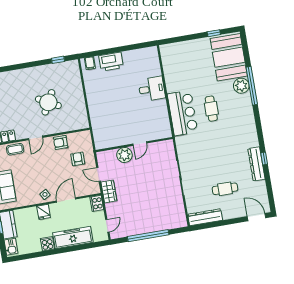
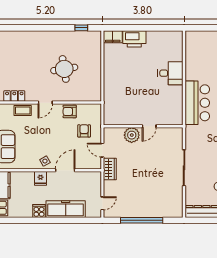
filing cabinet: (90, 63) -> (113, 37), width x2.00
round table: (48, 102) -> (64, 69), turned -37
cooker: (97, 203) -> (95, 179), removed

